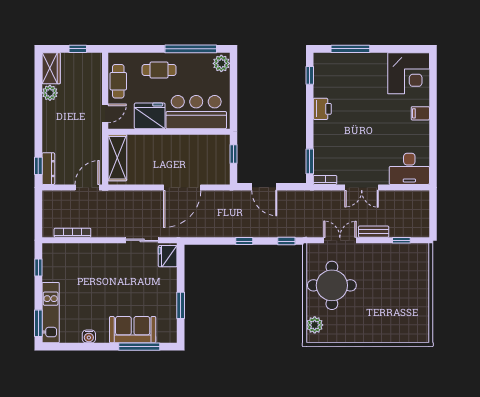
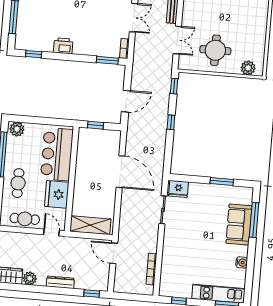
dresser: (48, 169) -> (60, 282), moved
double door: (340, 240) -> (177, 40), swing flipped
round table: (332, 285) -> (215, 50), width x0.73, depth x0.73

